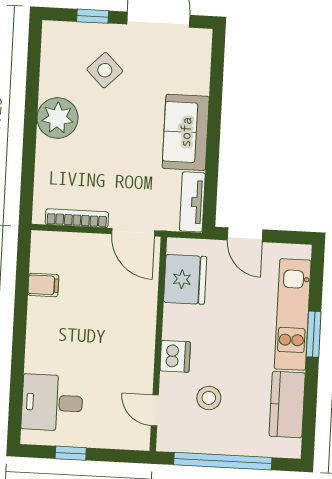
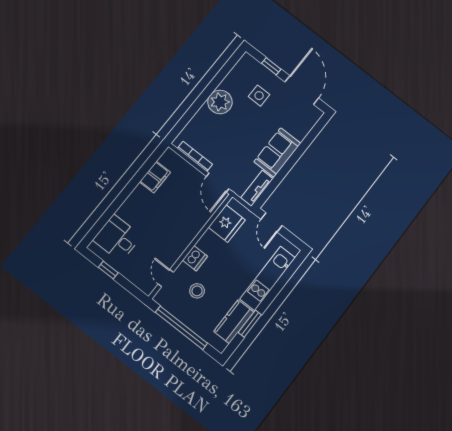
side table: (105, 70) -> (259, 96), turned 45
filing cabinet: (43, 285) -> (155, 177), width x2.00
window: (314, 334) -> (250, 324), moved

